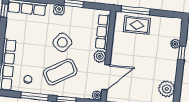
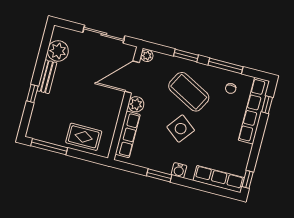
window: (136, 10) -> (49, 147), moved
plant: (175, 44) -> (39, 106), removed
bench: (172, 68) -> (47, 77), added
coffee table: (60, 72) -> (189, 92), turned 59

